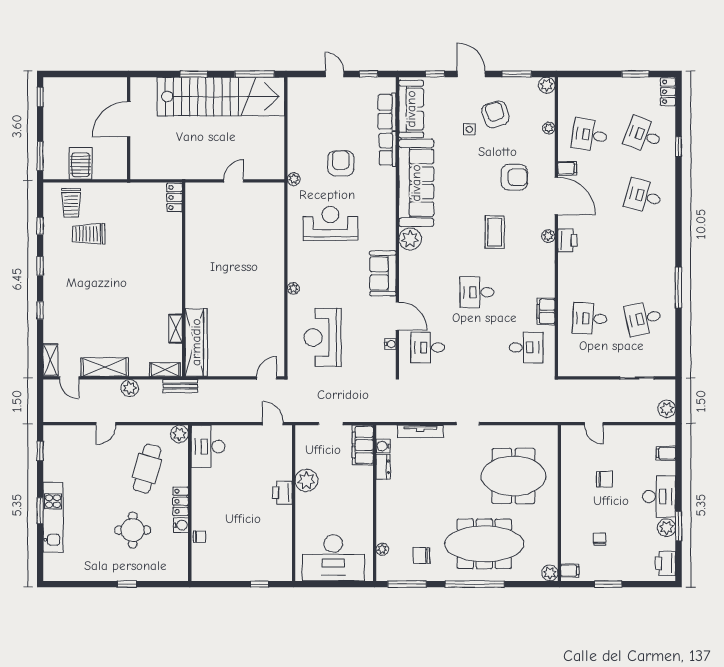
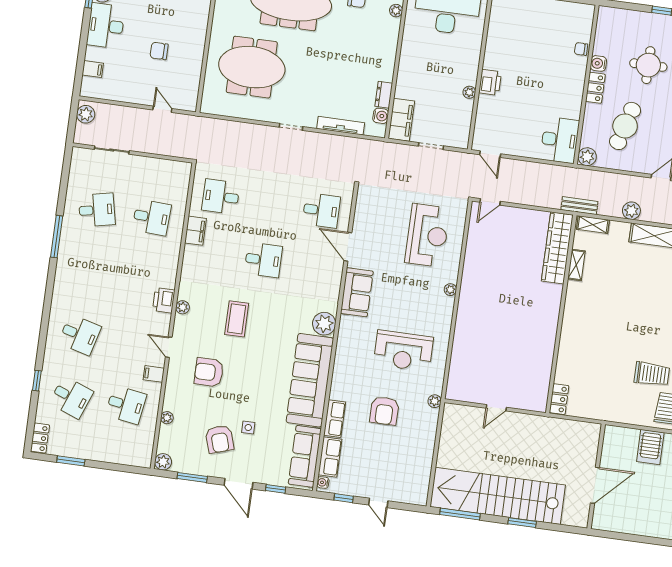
door: (556, 196) -> (169, 347), width x0.53
water cooler: (390, 344) -> (323, 482), moved
plant: (306, 480) -> (469, 92), width x0.53, depth x0.53

